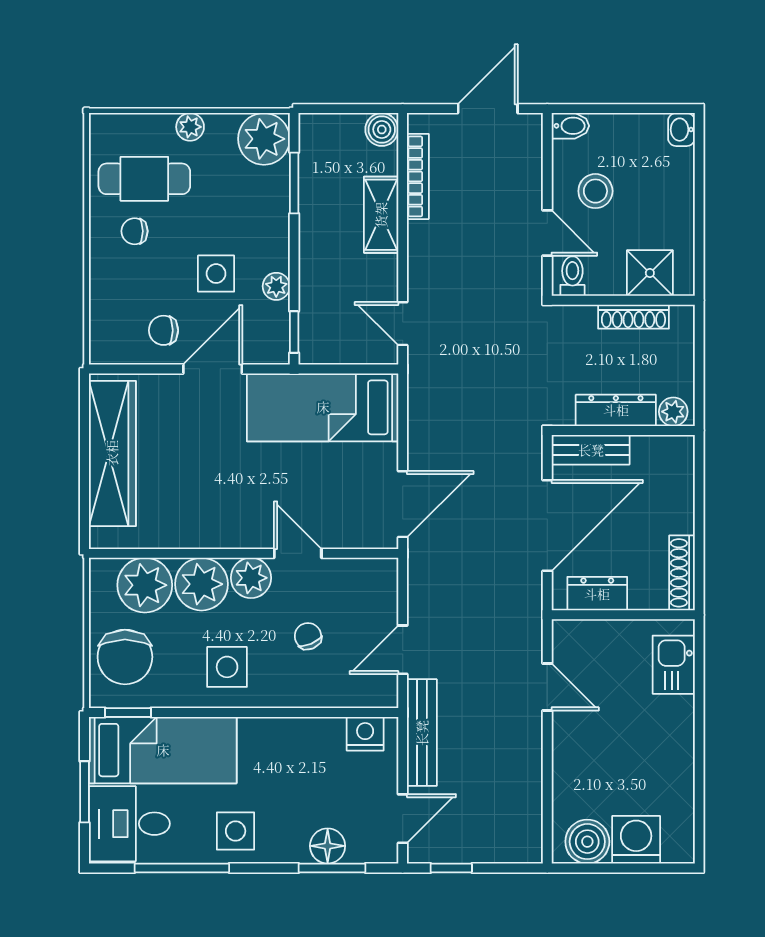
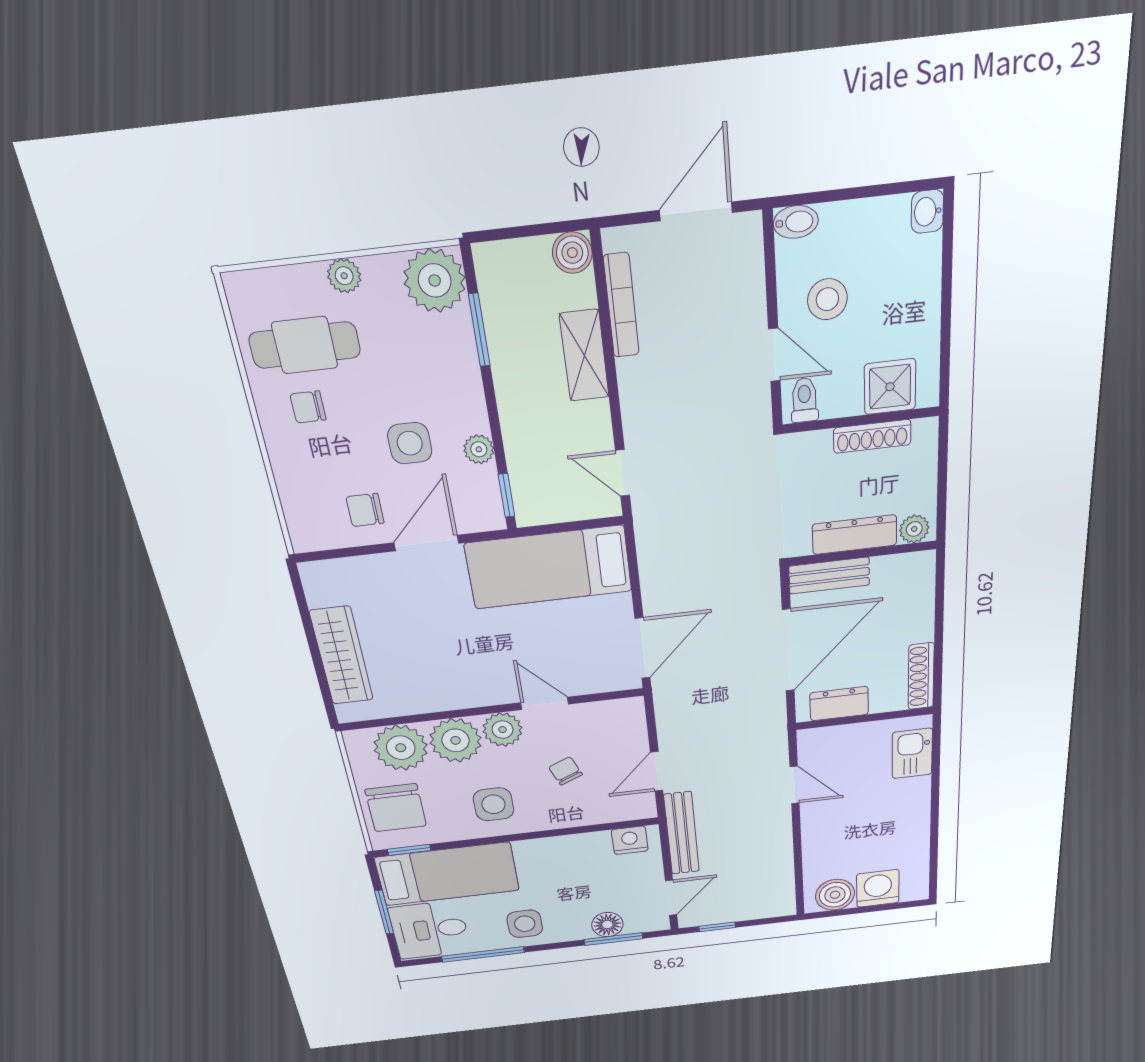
wardrobe: (112, 453) -> (341, 656), width x0.71, depth x0.85

